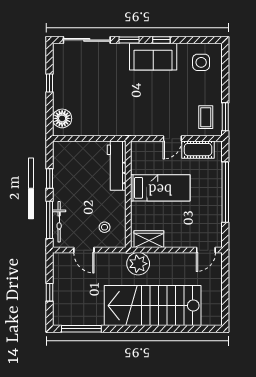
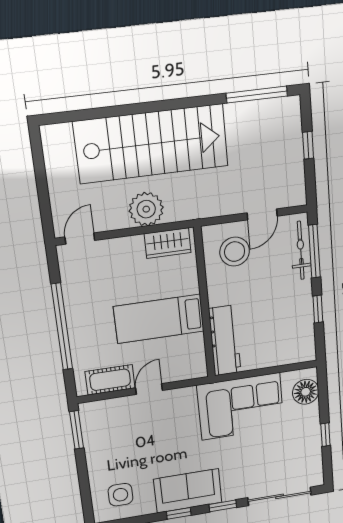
corner sofa: (110, 115) -> (241, 406), added
coffee table: (206, 117) -> (105, 425), removed
stool: (105, 227) -> (235, 252), width x1.89, depth x1.89
door: (84, 250) -> (262, 214), swing flipped
plant: (138, 264) -> (146, 209), moved

